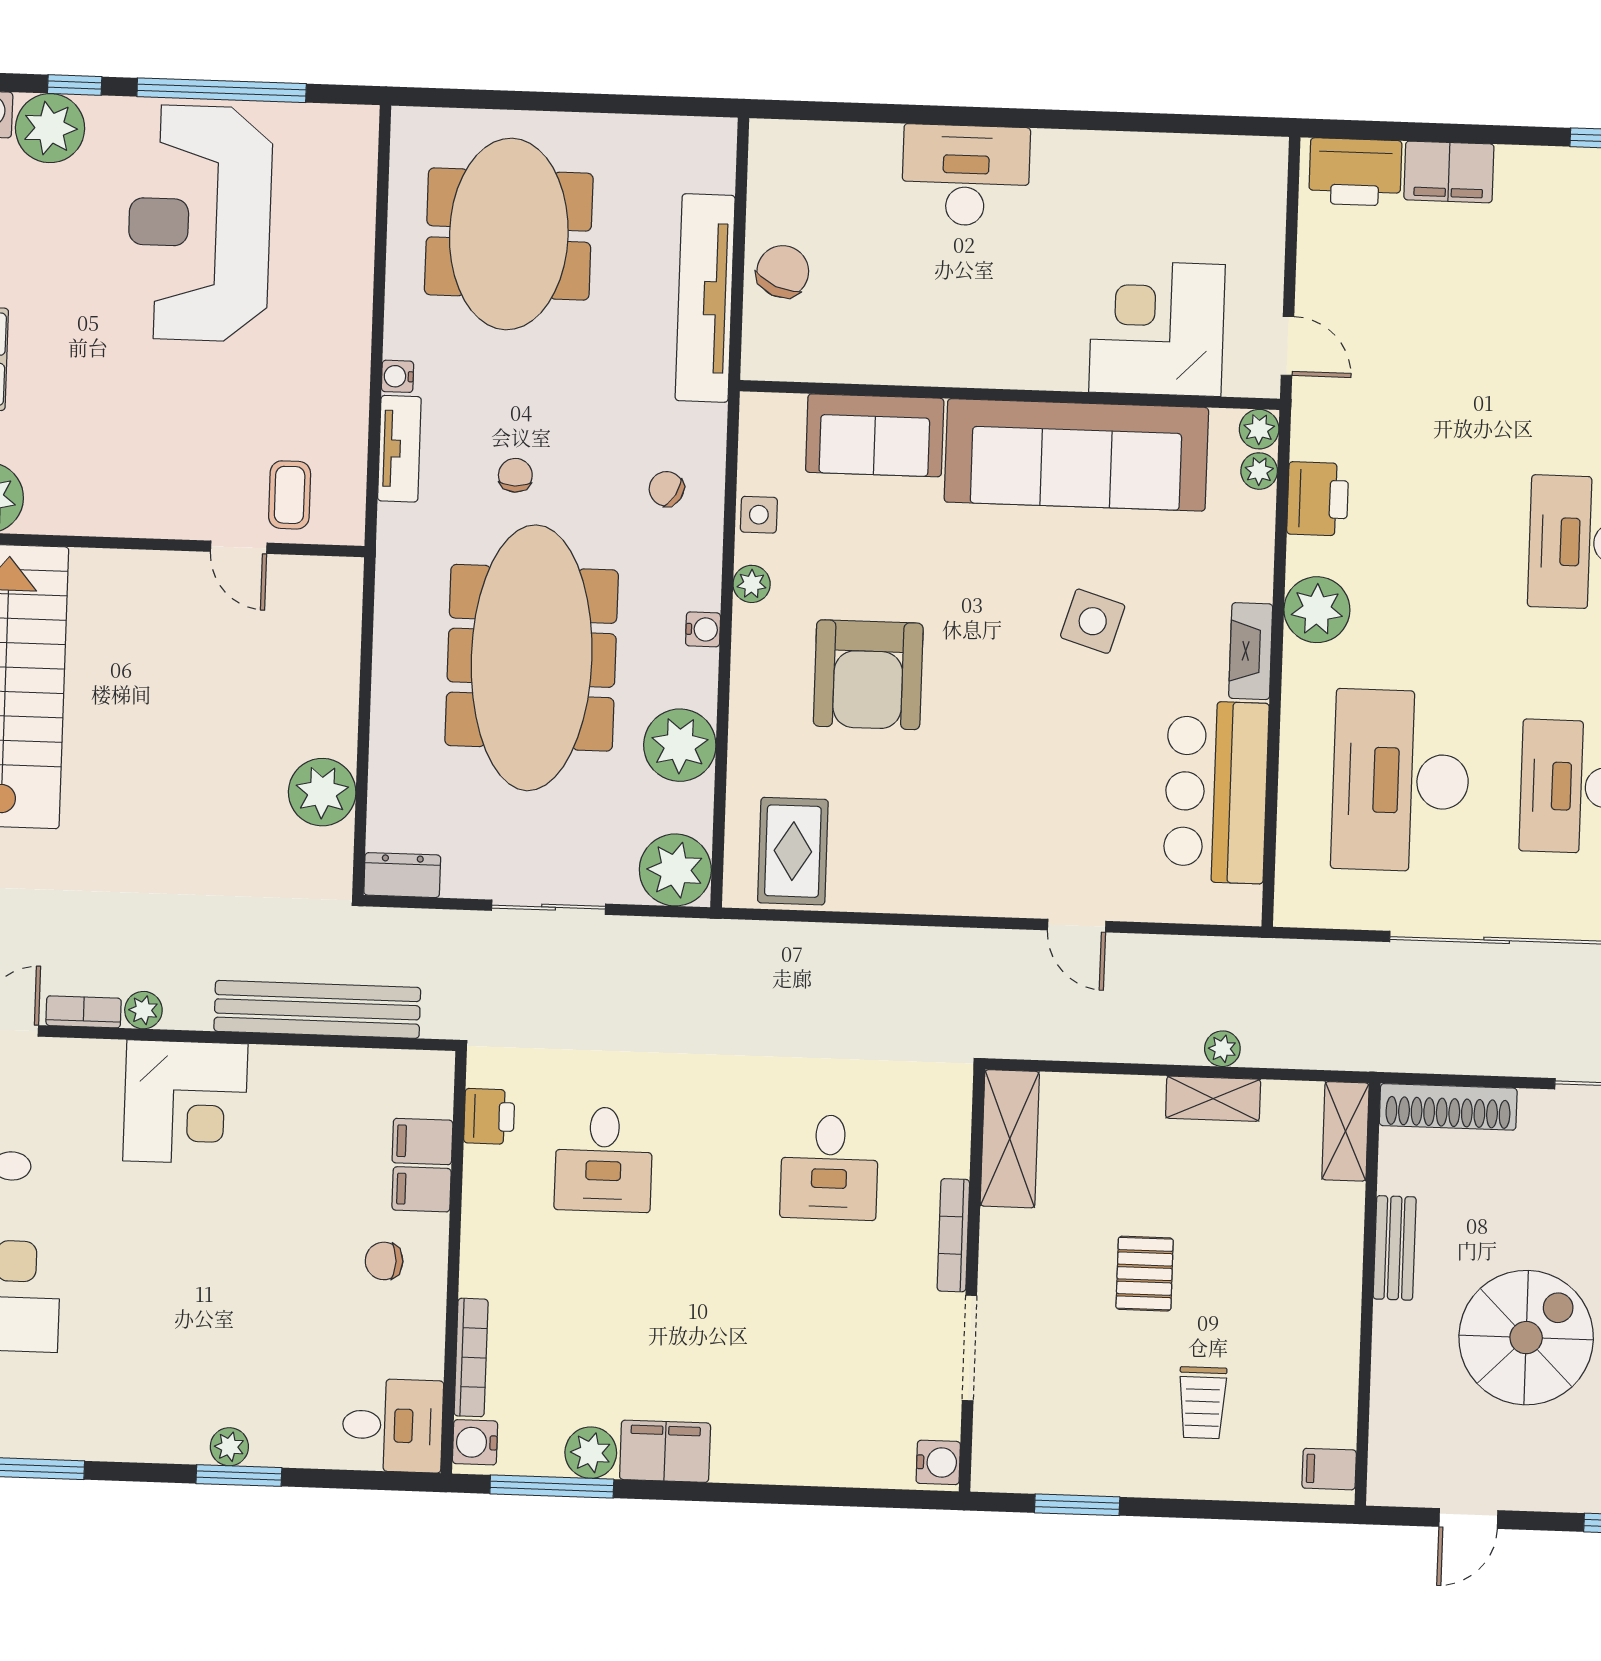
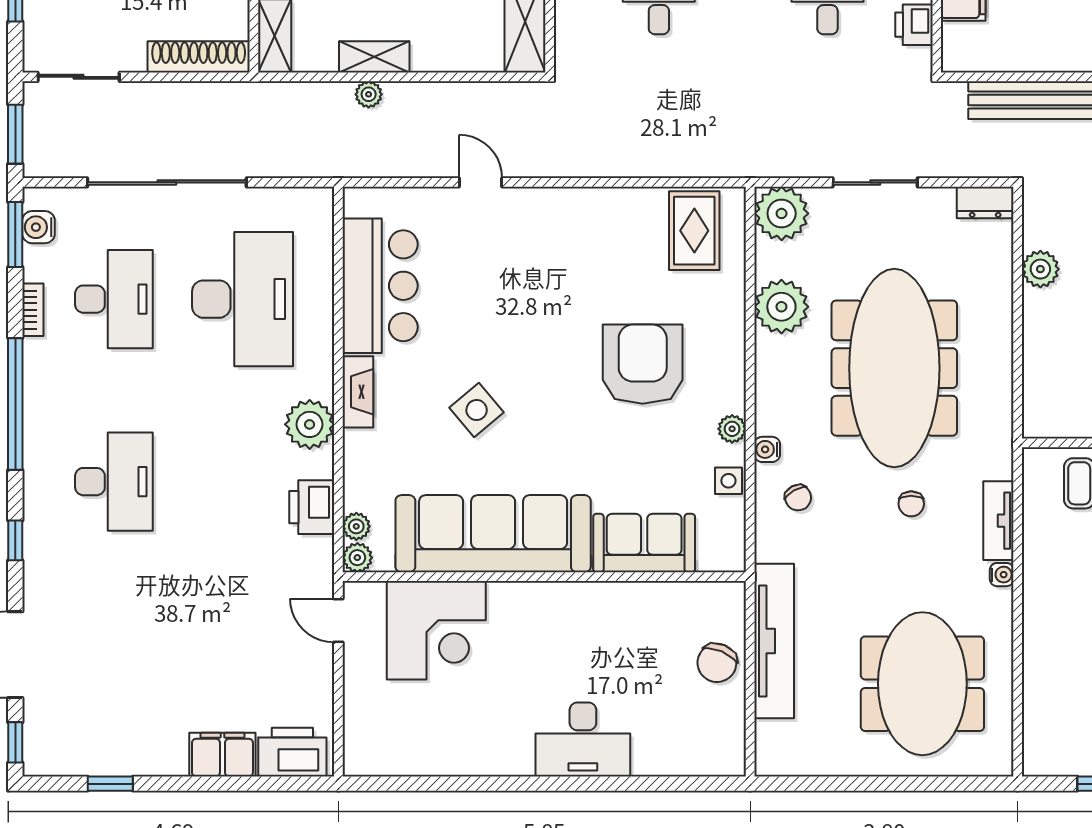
chair: (666, 489) -> (798, 498), turned 30
side table: (1093, 621) -> (477, 410), turned 33
water cooler: (703, 629) -> (767, 449), moved
plant: (322, 792) -> (1040, 269), width x0.73, depth x0.73

